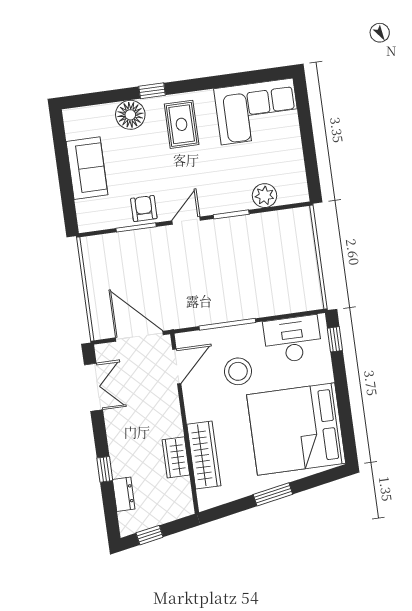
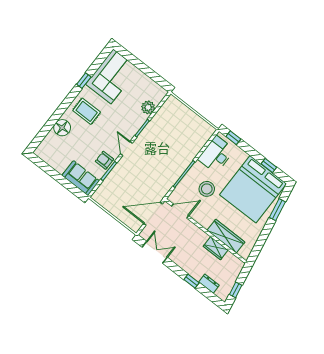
window: (152, 91) -> (84, 81), moved
sofa: (87, 168) -> (81, 178), moved
door: (177, 366) -> (180, 211), hinge flipped
window: (346, 418) -> (269, 165), added
window: (273, 494) -> (277, 210), moved

